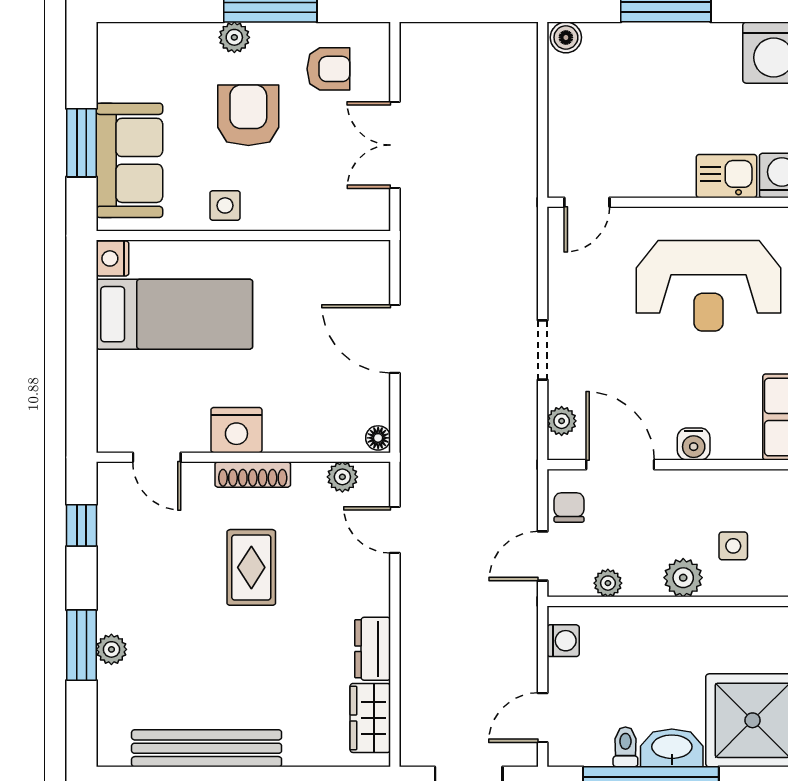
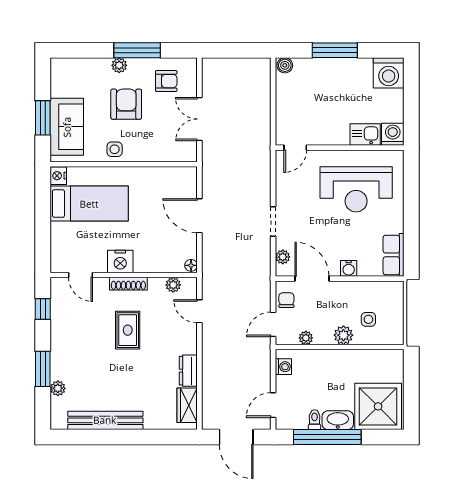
plant: (111, 649) -> (58, 388), moved

